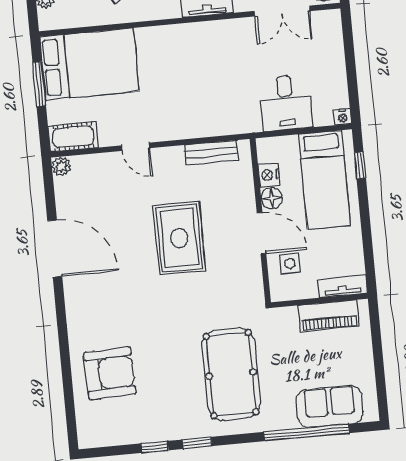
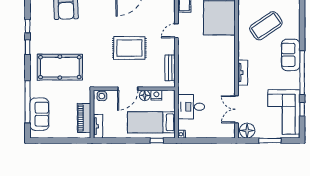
side table: (290, 263) -> (102, 96), moved

